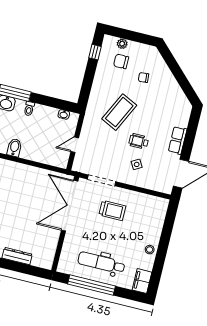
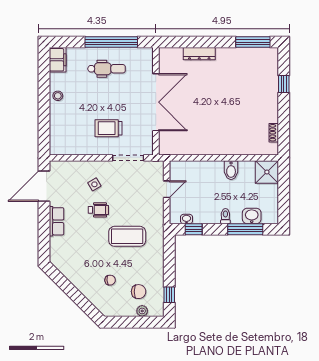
window: (60, 104) -> (194, 229), added
coffee table: (119, 112) -> (127, 236), turned 64
double door: (70, 206) -> (156, 102), moved
dental chair: (101, 263) -> (107, 69), width x0.73, depth x0.72

